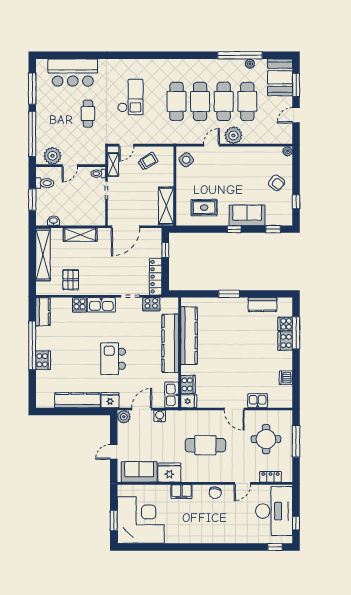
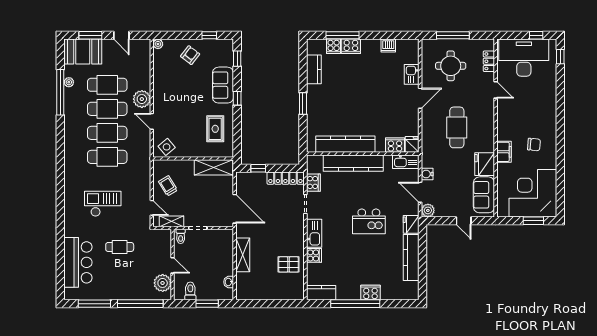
shelving: (43, 255) -> (263, 293), removed
chair: (215, 493) -> (534, 145), moved

